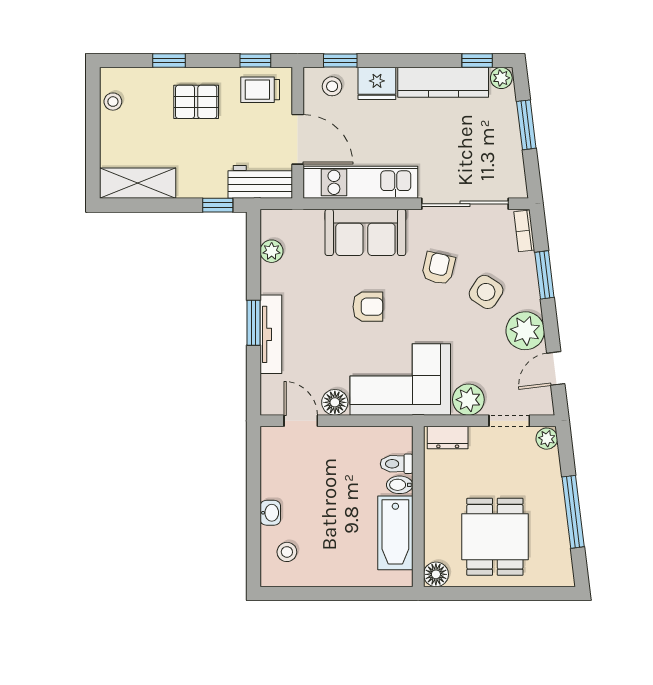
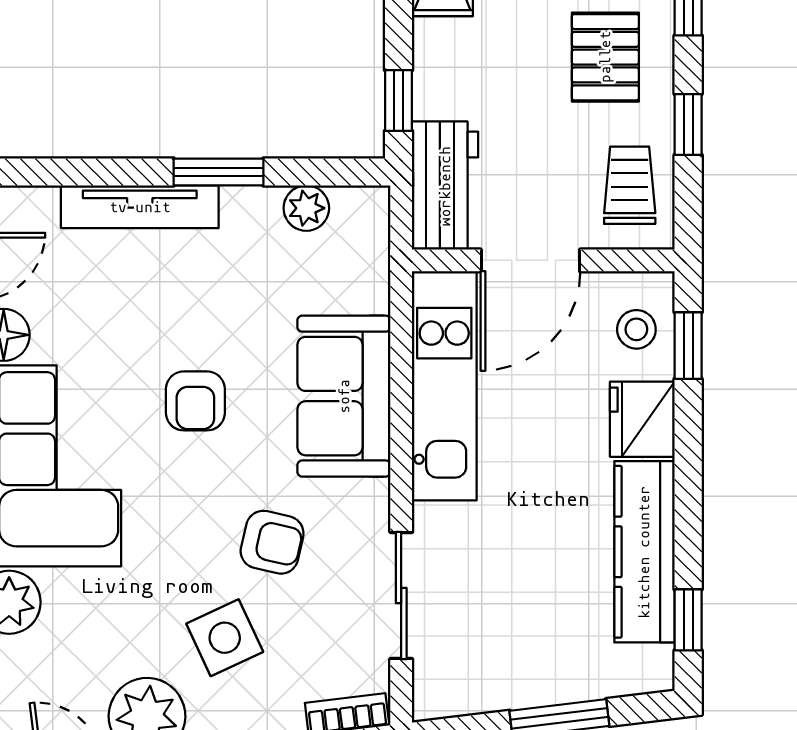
window: (255, 61) -> (688, 125), moved
plant: (501, 78) -> (653, 668), removed
sliding door: (465, 204) -> (401, 596), width x0.73
side table: (486, 292) -> (225, 638), turned 32
window: (253, 323) -> (218, 172), moved

